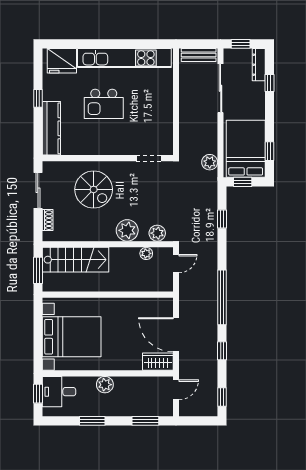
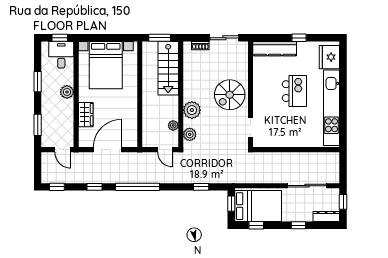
bench: (199, 55) -> (334, 168), removed
window: (269, 83) -> (298, 225), moved
kitchen island: (104, 104) -> (294, 91), turned 180
plant: (210, 162) -> (247, 177), removed
spiral stairs: (94, 189) -> (230, 95), moved
wardrobe: (158, 362) -> (86, 115), moved

